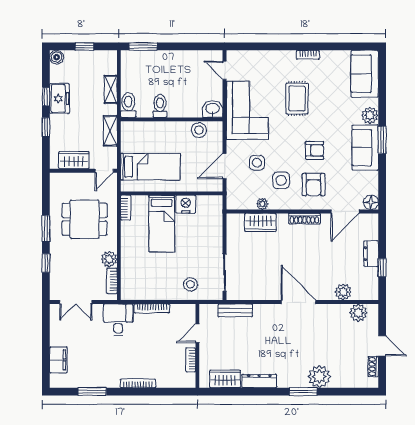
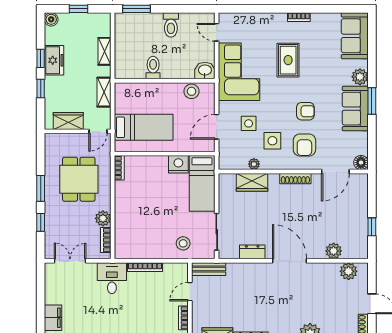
toilet: (128, 105) -> (171, 25), moved, turned 180
dining table: (85, 219) -> (79, 179), turned 90
bed: (162, 224) -> (202, 183), moved
dresser: (371, 254) -> (252, 252), moved, turned 90
double door: (76, 302) -> (70, 261), swing flipped
bench: (235, 310) -> (209, 269), moved

